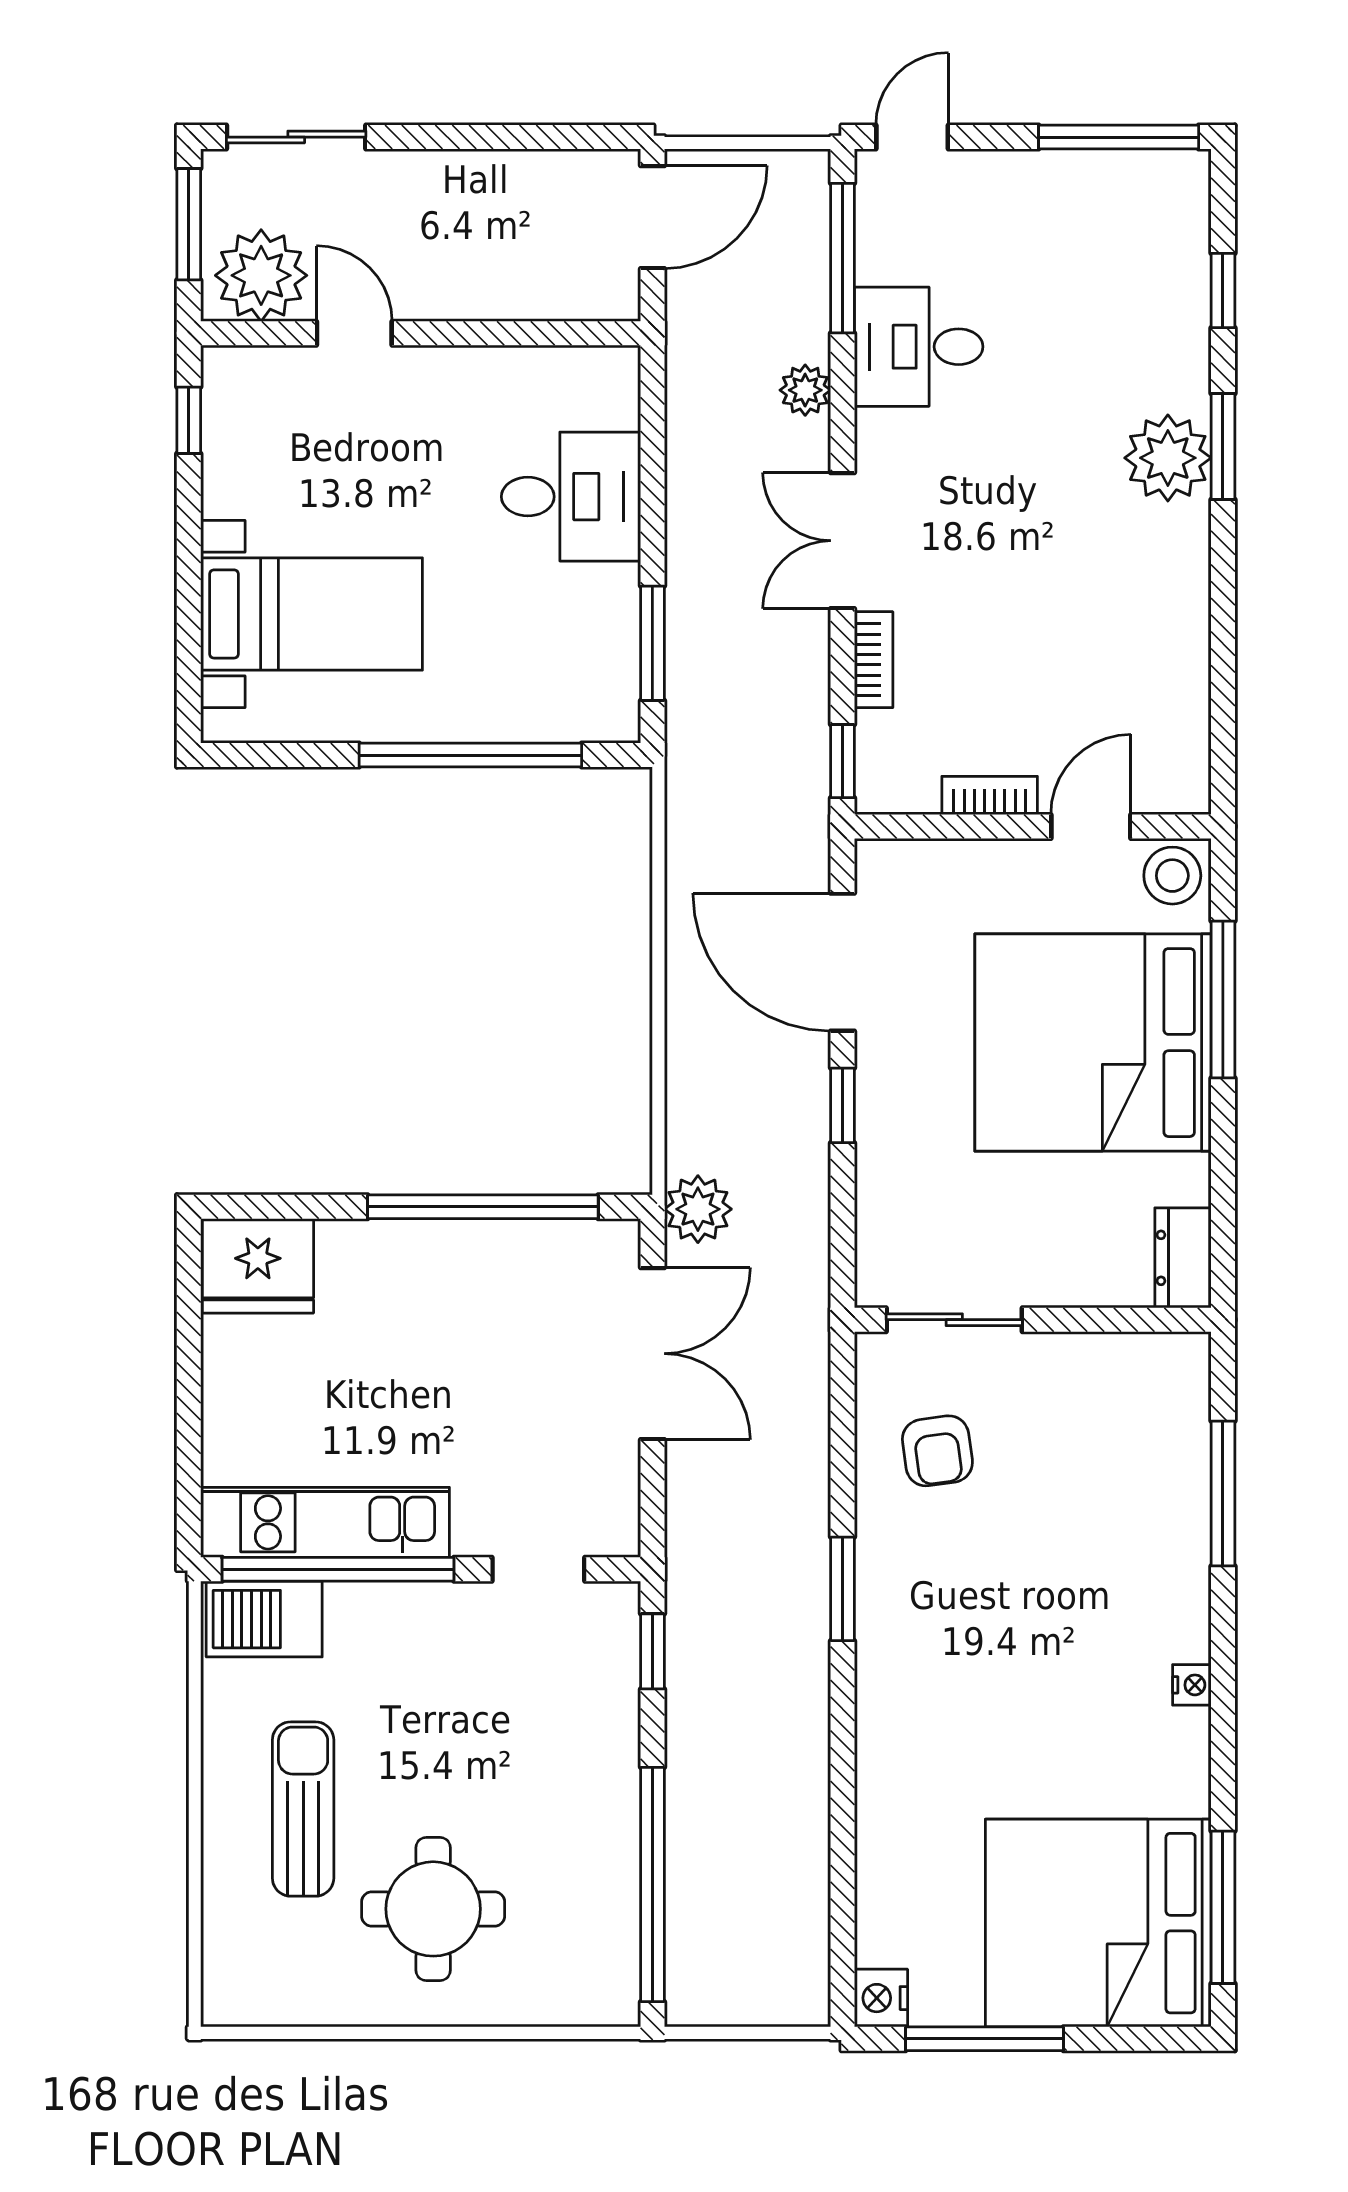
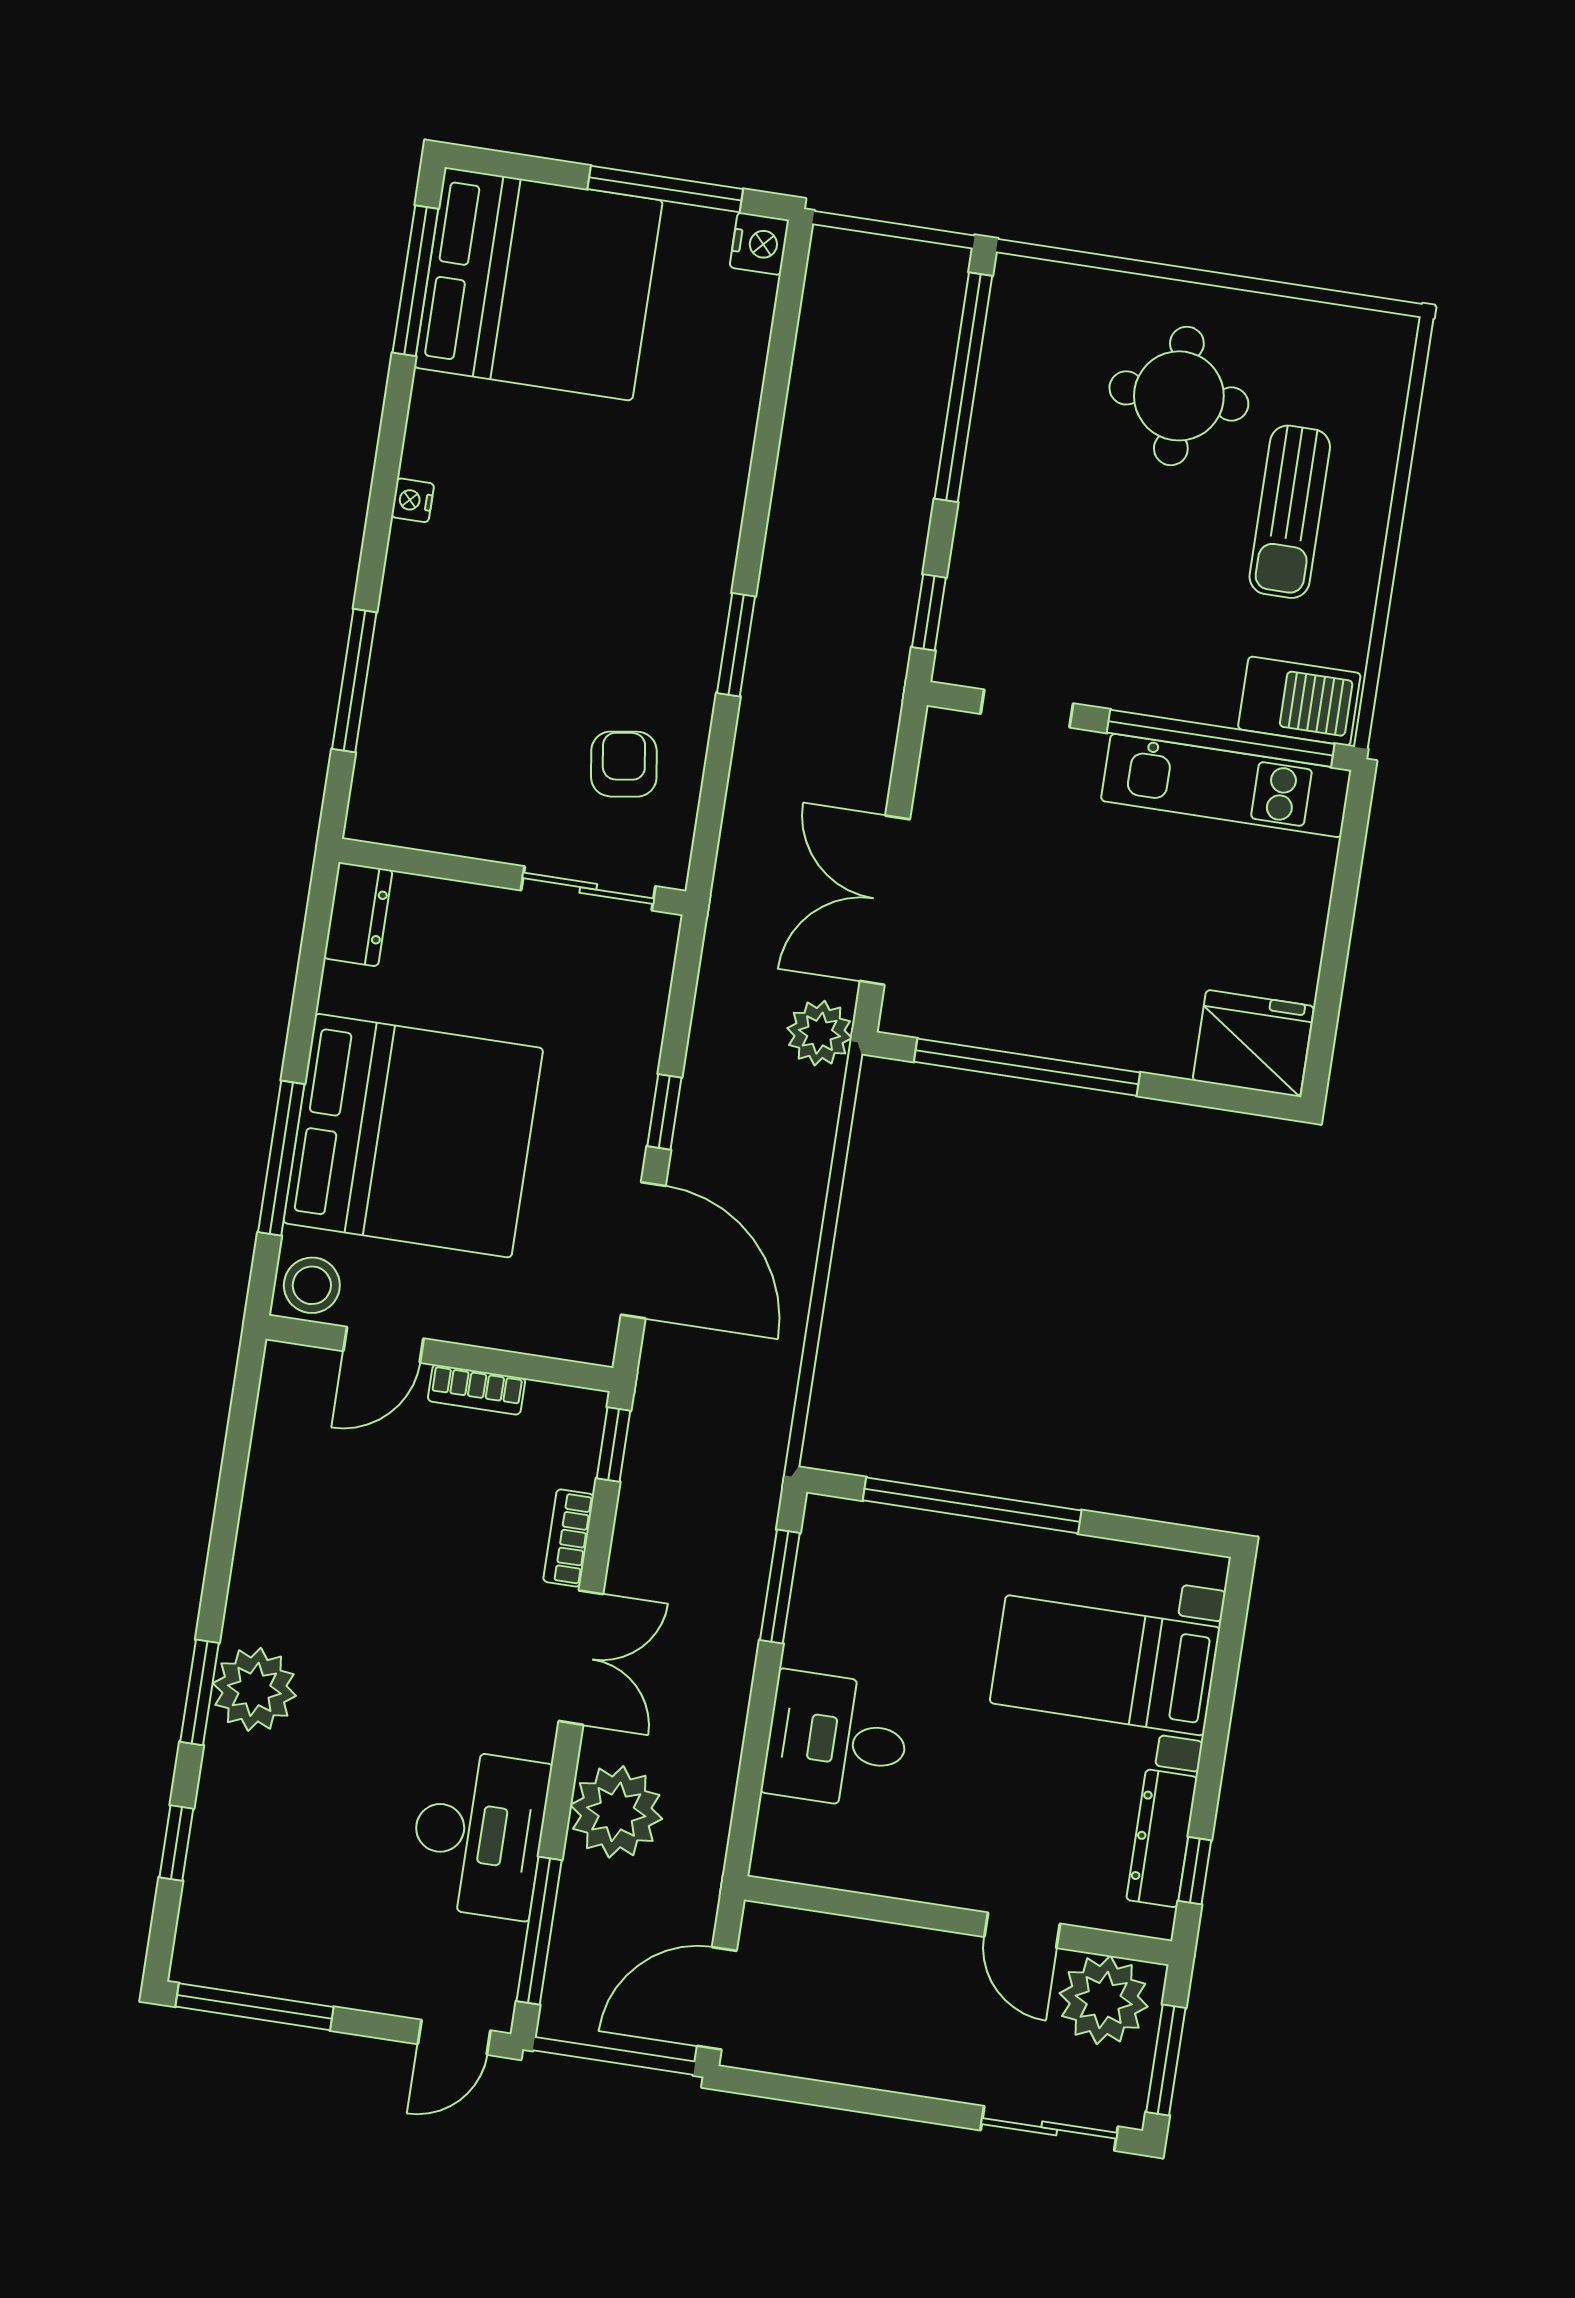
desk: (919, 347) -> (479, 1834), width x1.37
plant: (805, 390) -> (616, 1812), width x1.88, depth x1.88
dresser: (227, 448) -> (1162, 1838), added

